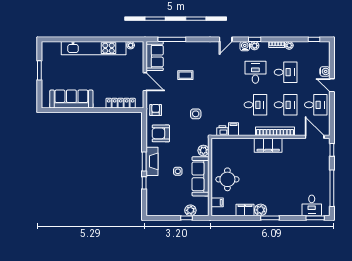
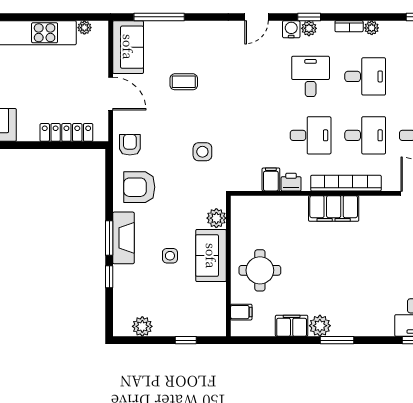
printer: (222, 131) -> (291, 182), moved
sofa: (200, 176) -> (211, 256), width x0.73
plant: (190, 210) -> (142, 326), moved

